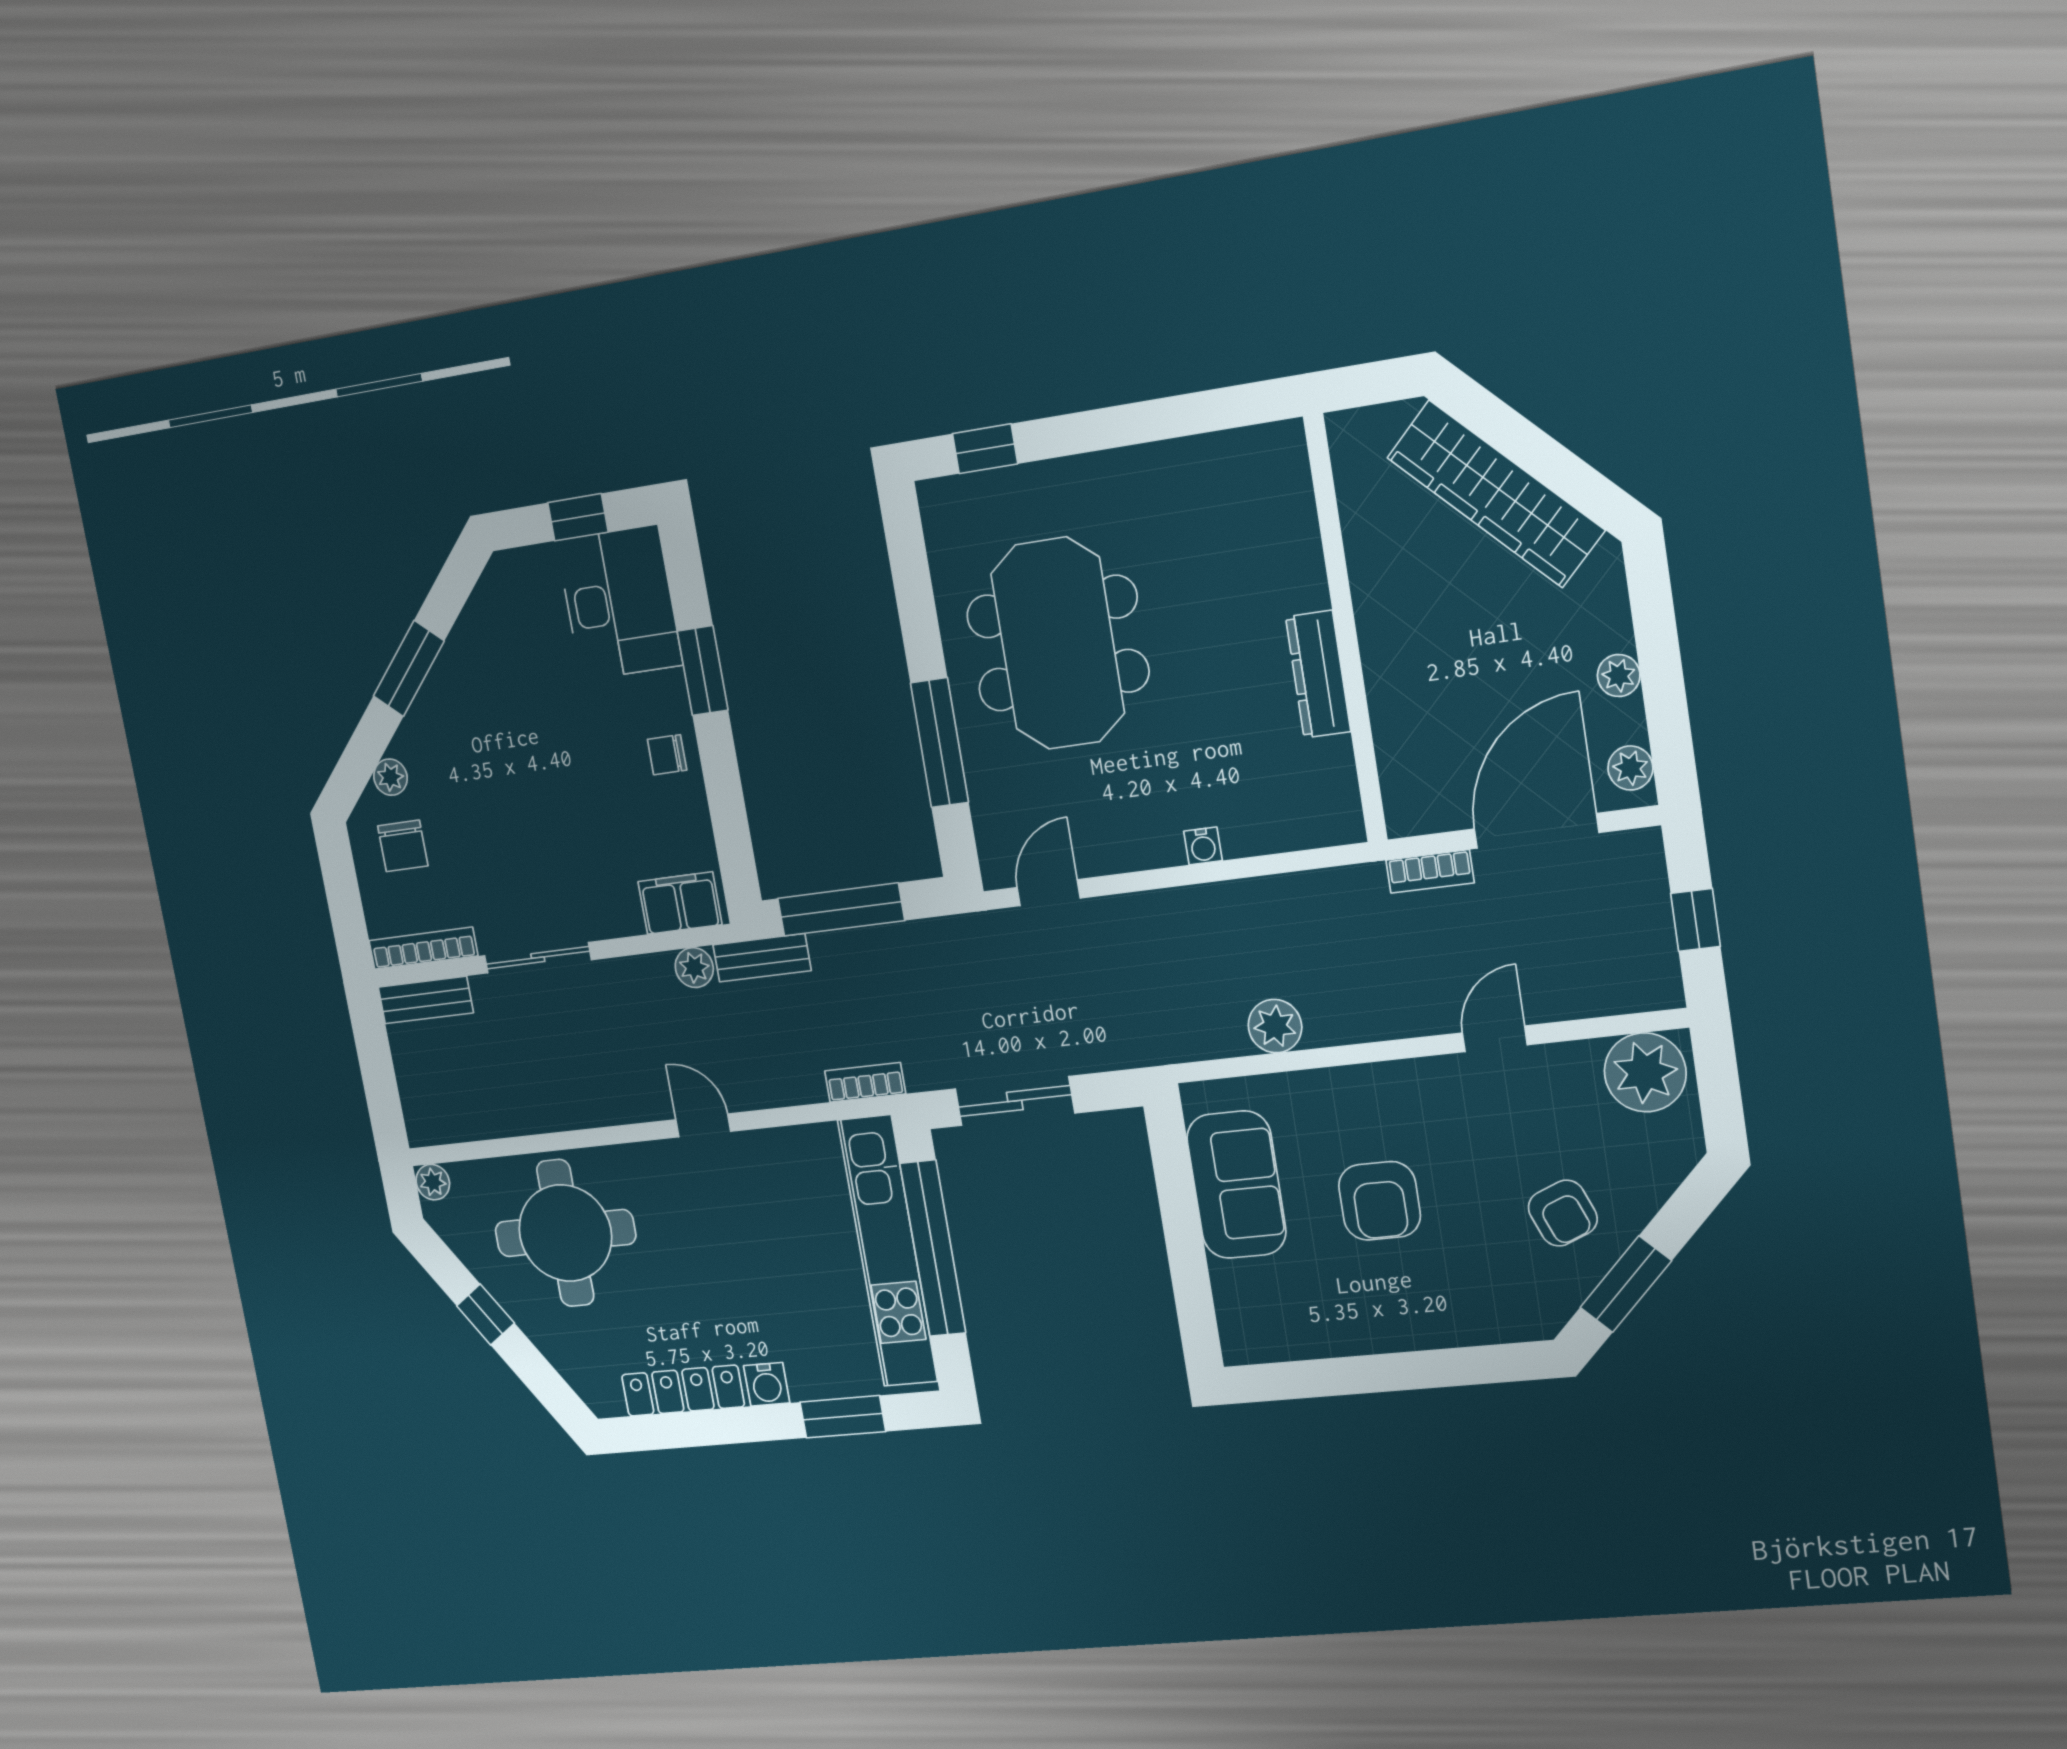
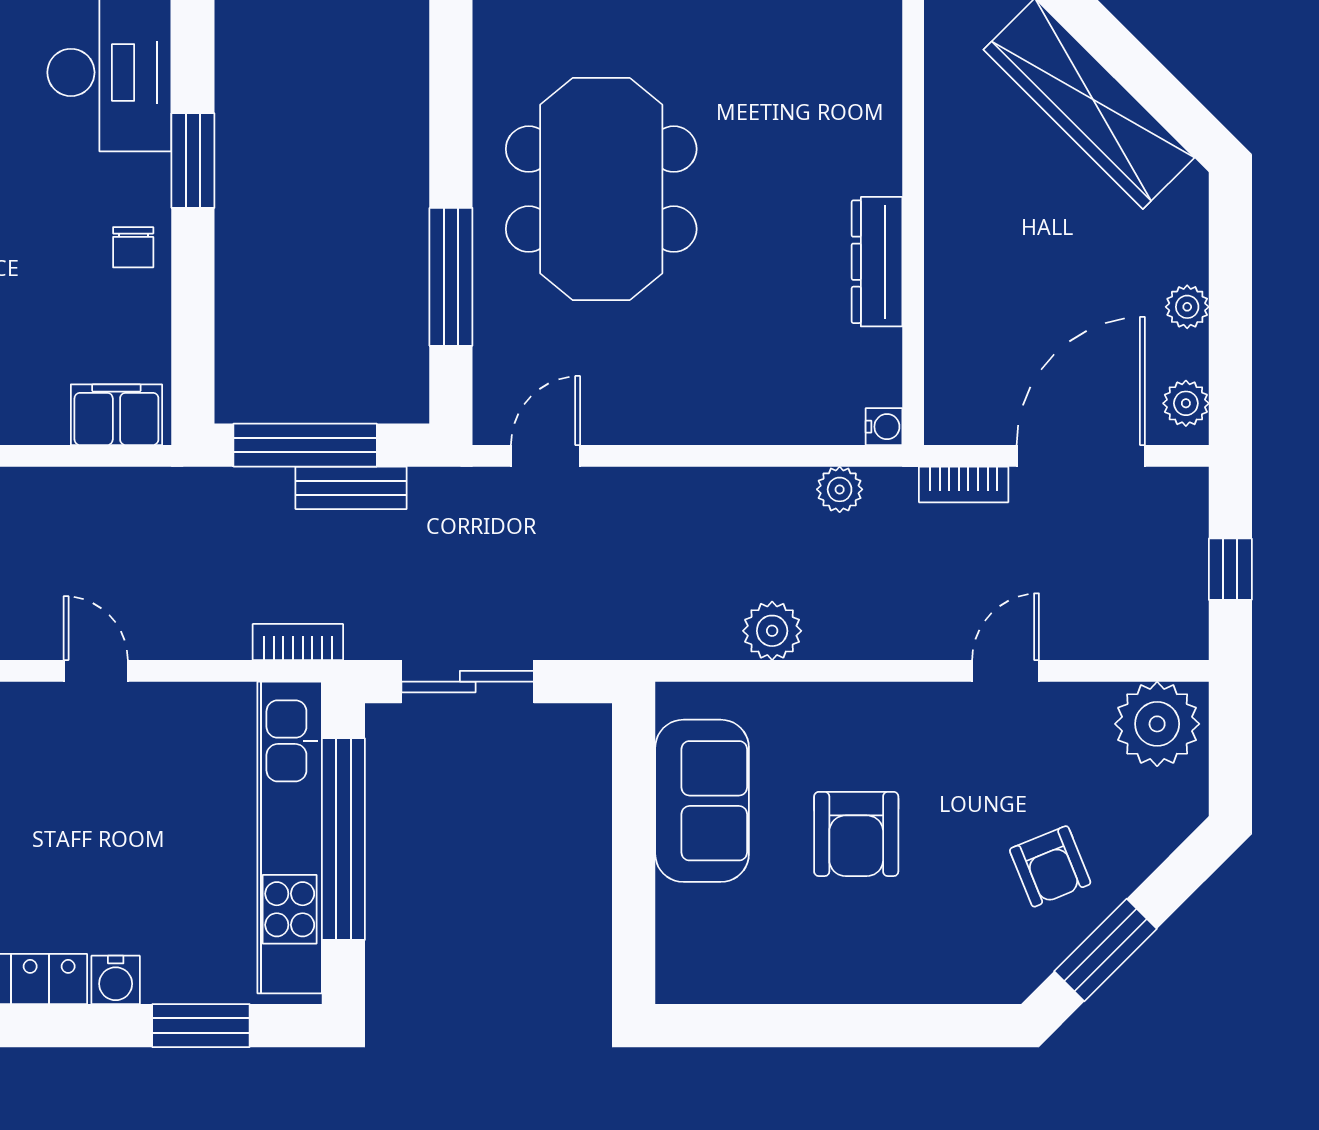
chair: (667, 755) -> (133, 247), turned -90
water cooler: (1203, 846) -> (884, 427), moved, turned -90
bench: (762, 958) -> (351, 488), moved
plant: (694, 968) -> (840, 489), moved

